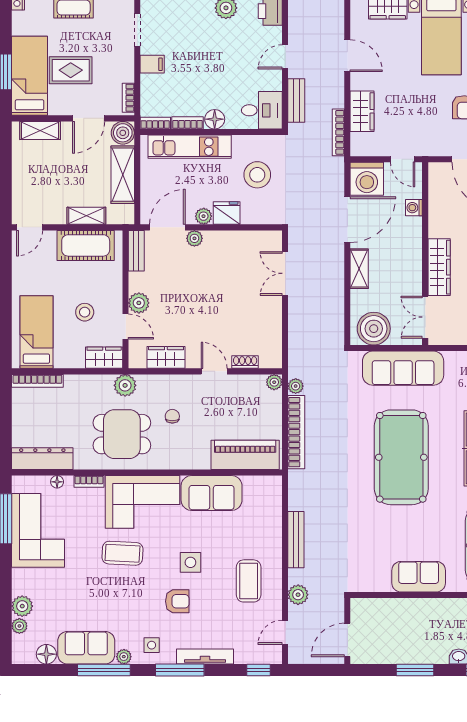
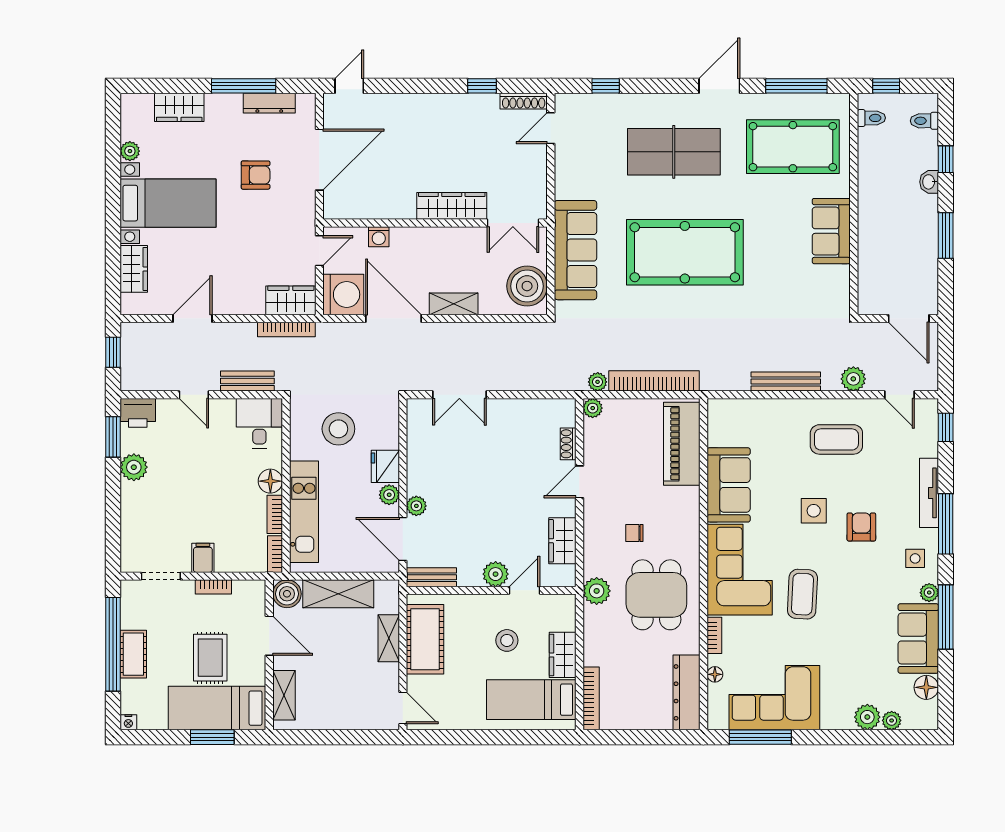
bookcase: (128, 98) -> (213, 587), moved
wardrobe: (362, 111) -> (291, 300), moved
wardrobe: (104, 358) -> (563, 655), moved

